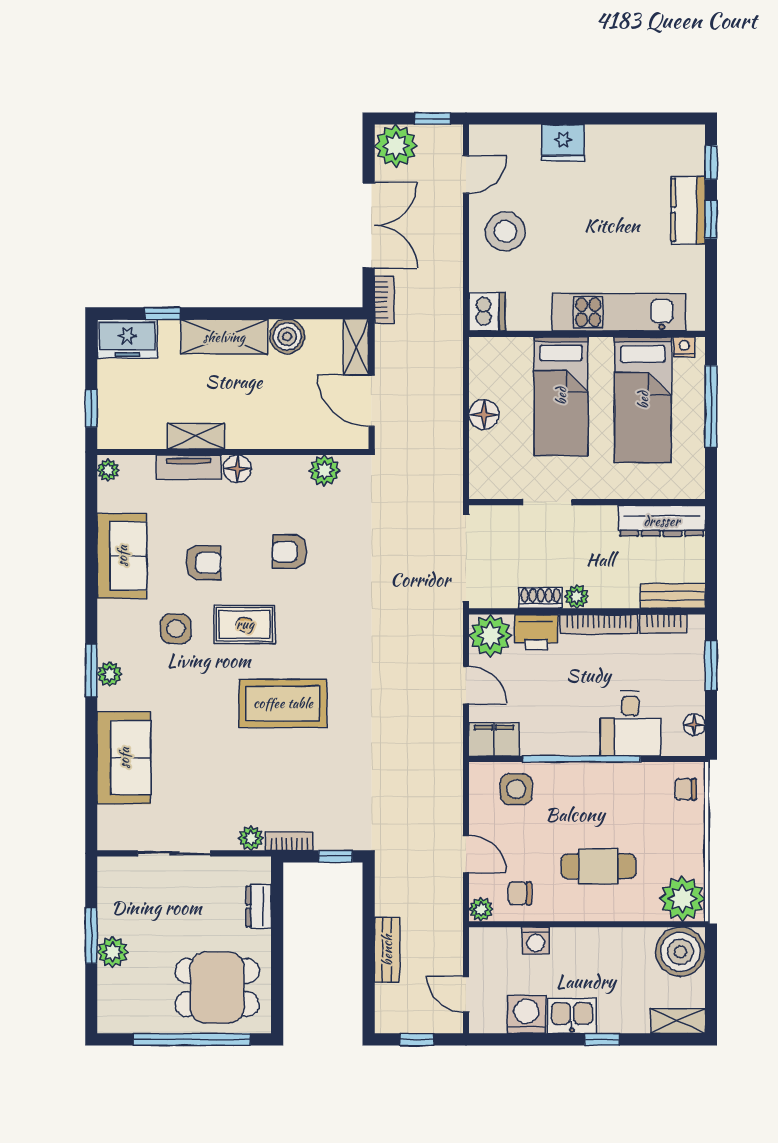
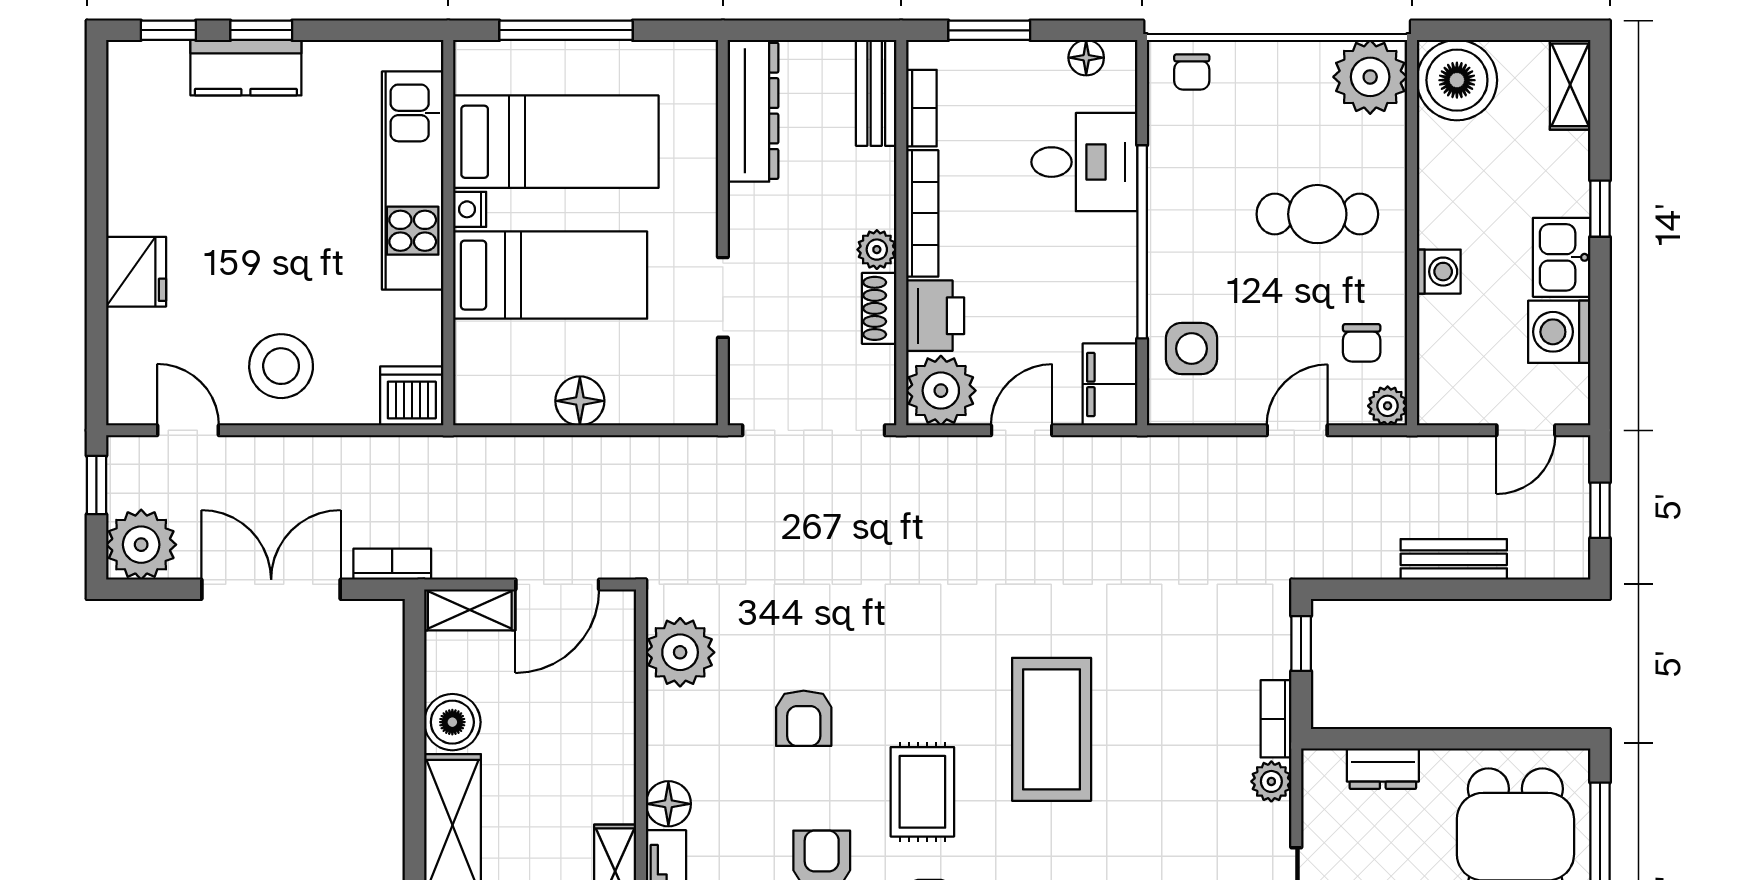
nightstand: (684, 347) -> (470, 209), moved
plant: (324, 470) -> (680, 652), width x1.36, depth x1.36
cafe table: (598, 866) -> (1317, 214), turned 90
washing machine: (536, 941) -> (1439, 272), moved

